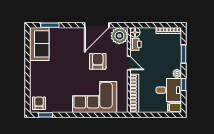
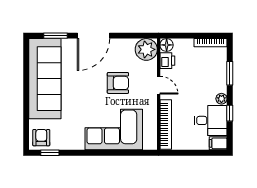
door: (97, 25) -> (94, 36), moved
sofa: (39, 44) -> (45, 79), width x1.85, depth x1.27
armchair: (98, 61) -> (118, 83), turned 90

